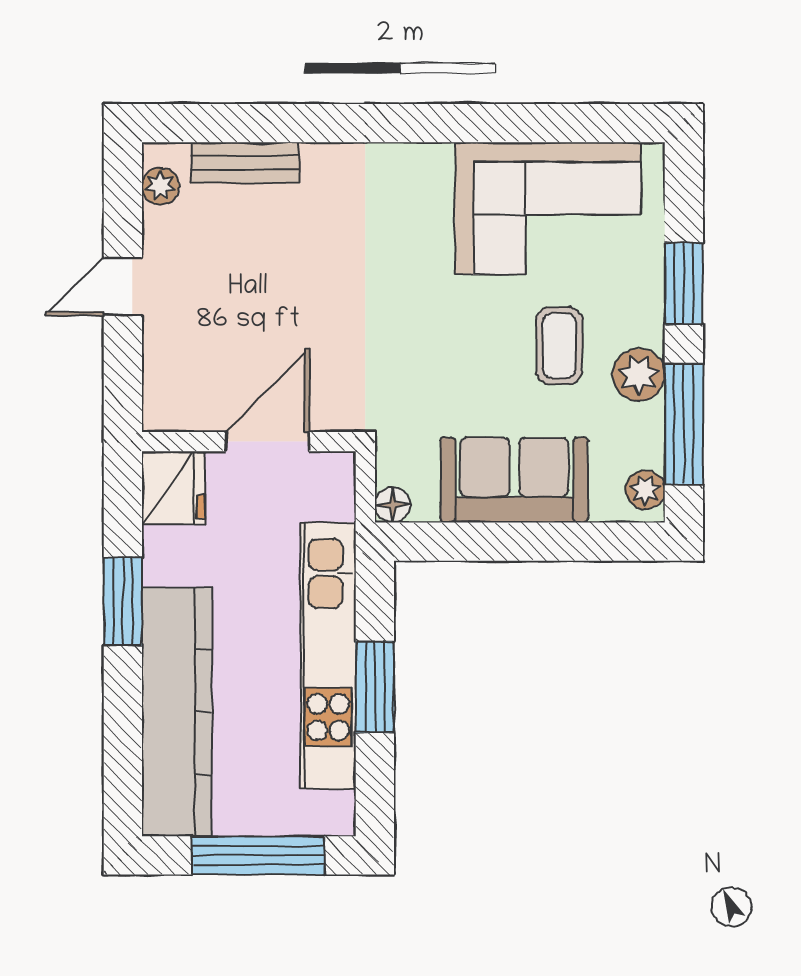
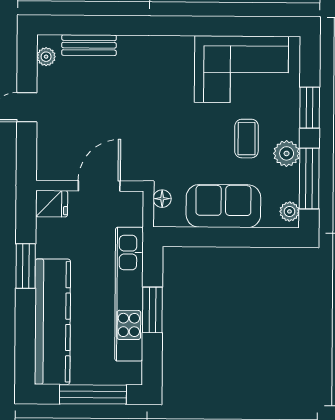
fridge: (173, 488) -> (52, 204), width x0.72
floor lamp: (393, 505) -> (162, 199), moved

